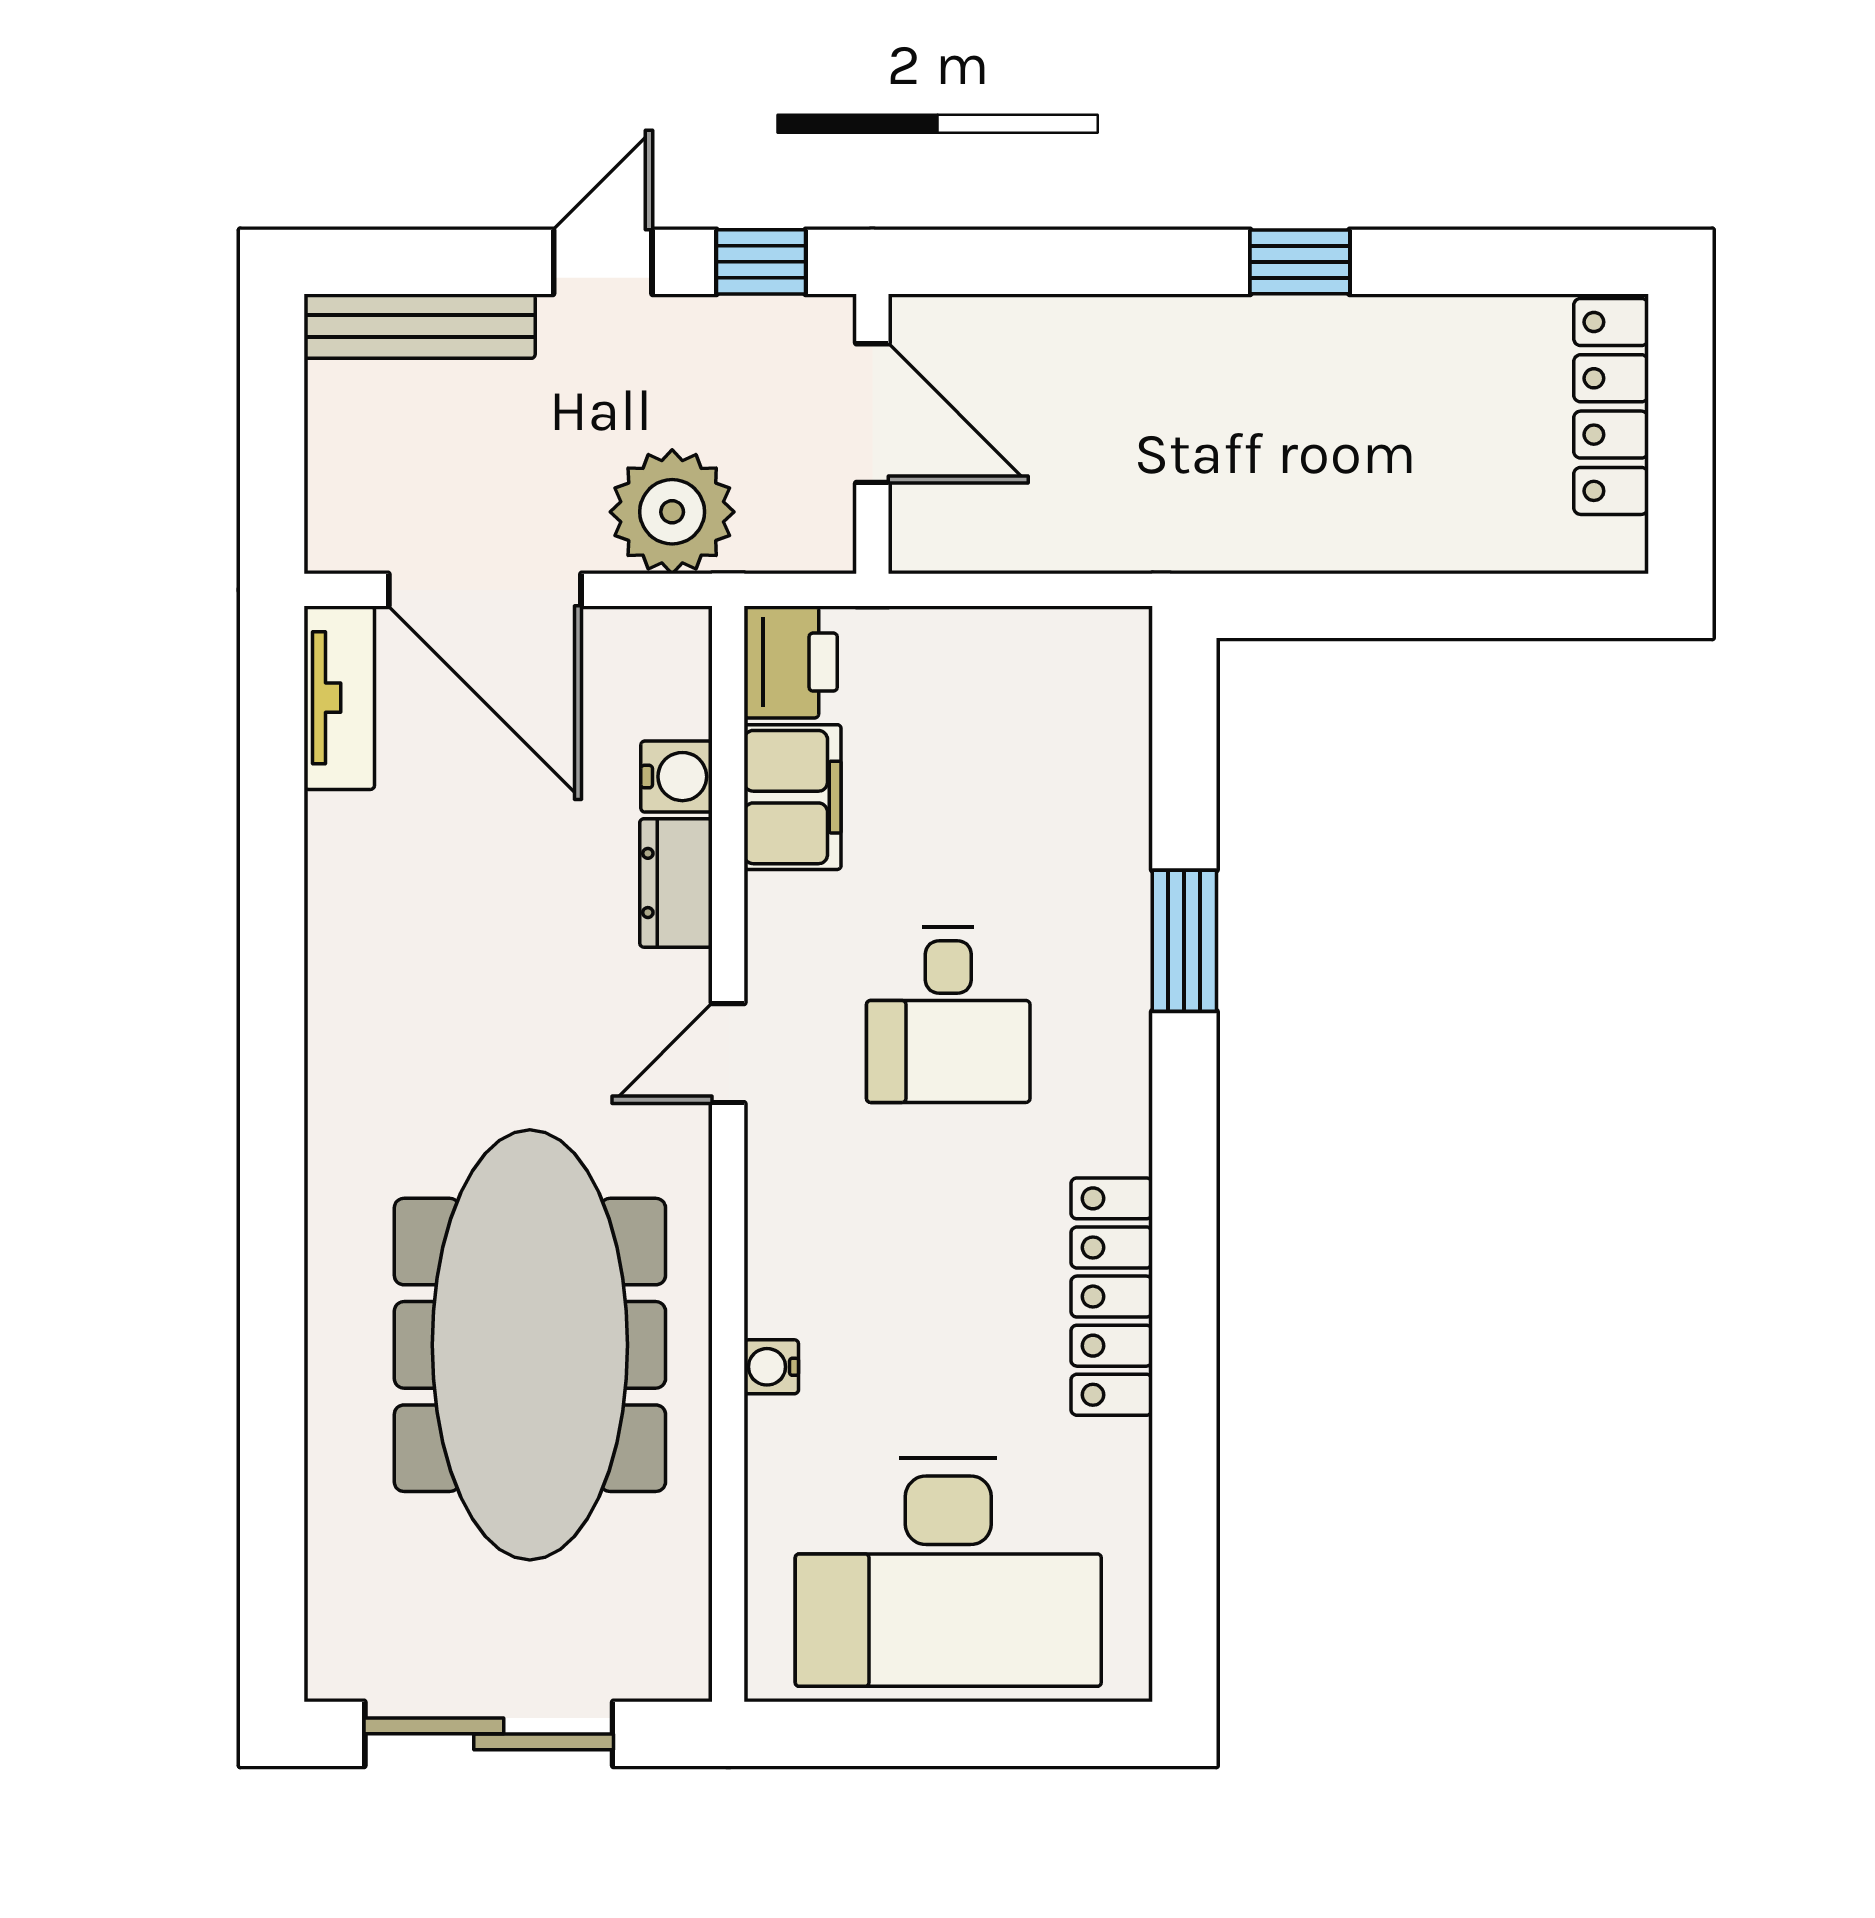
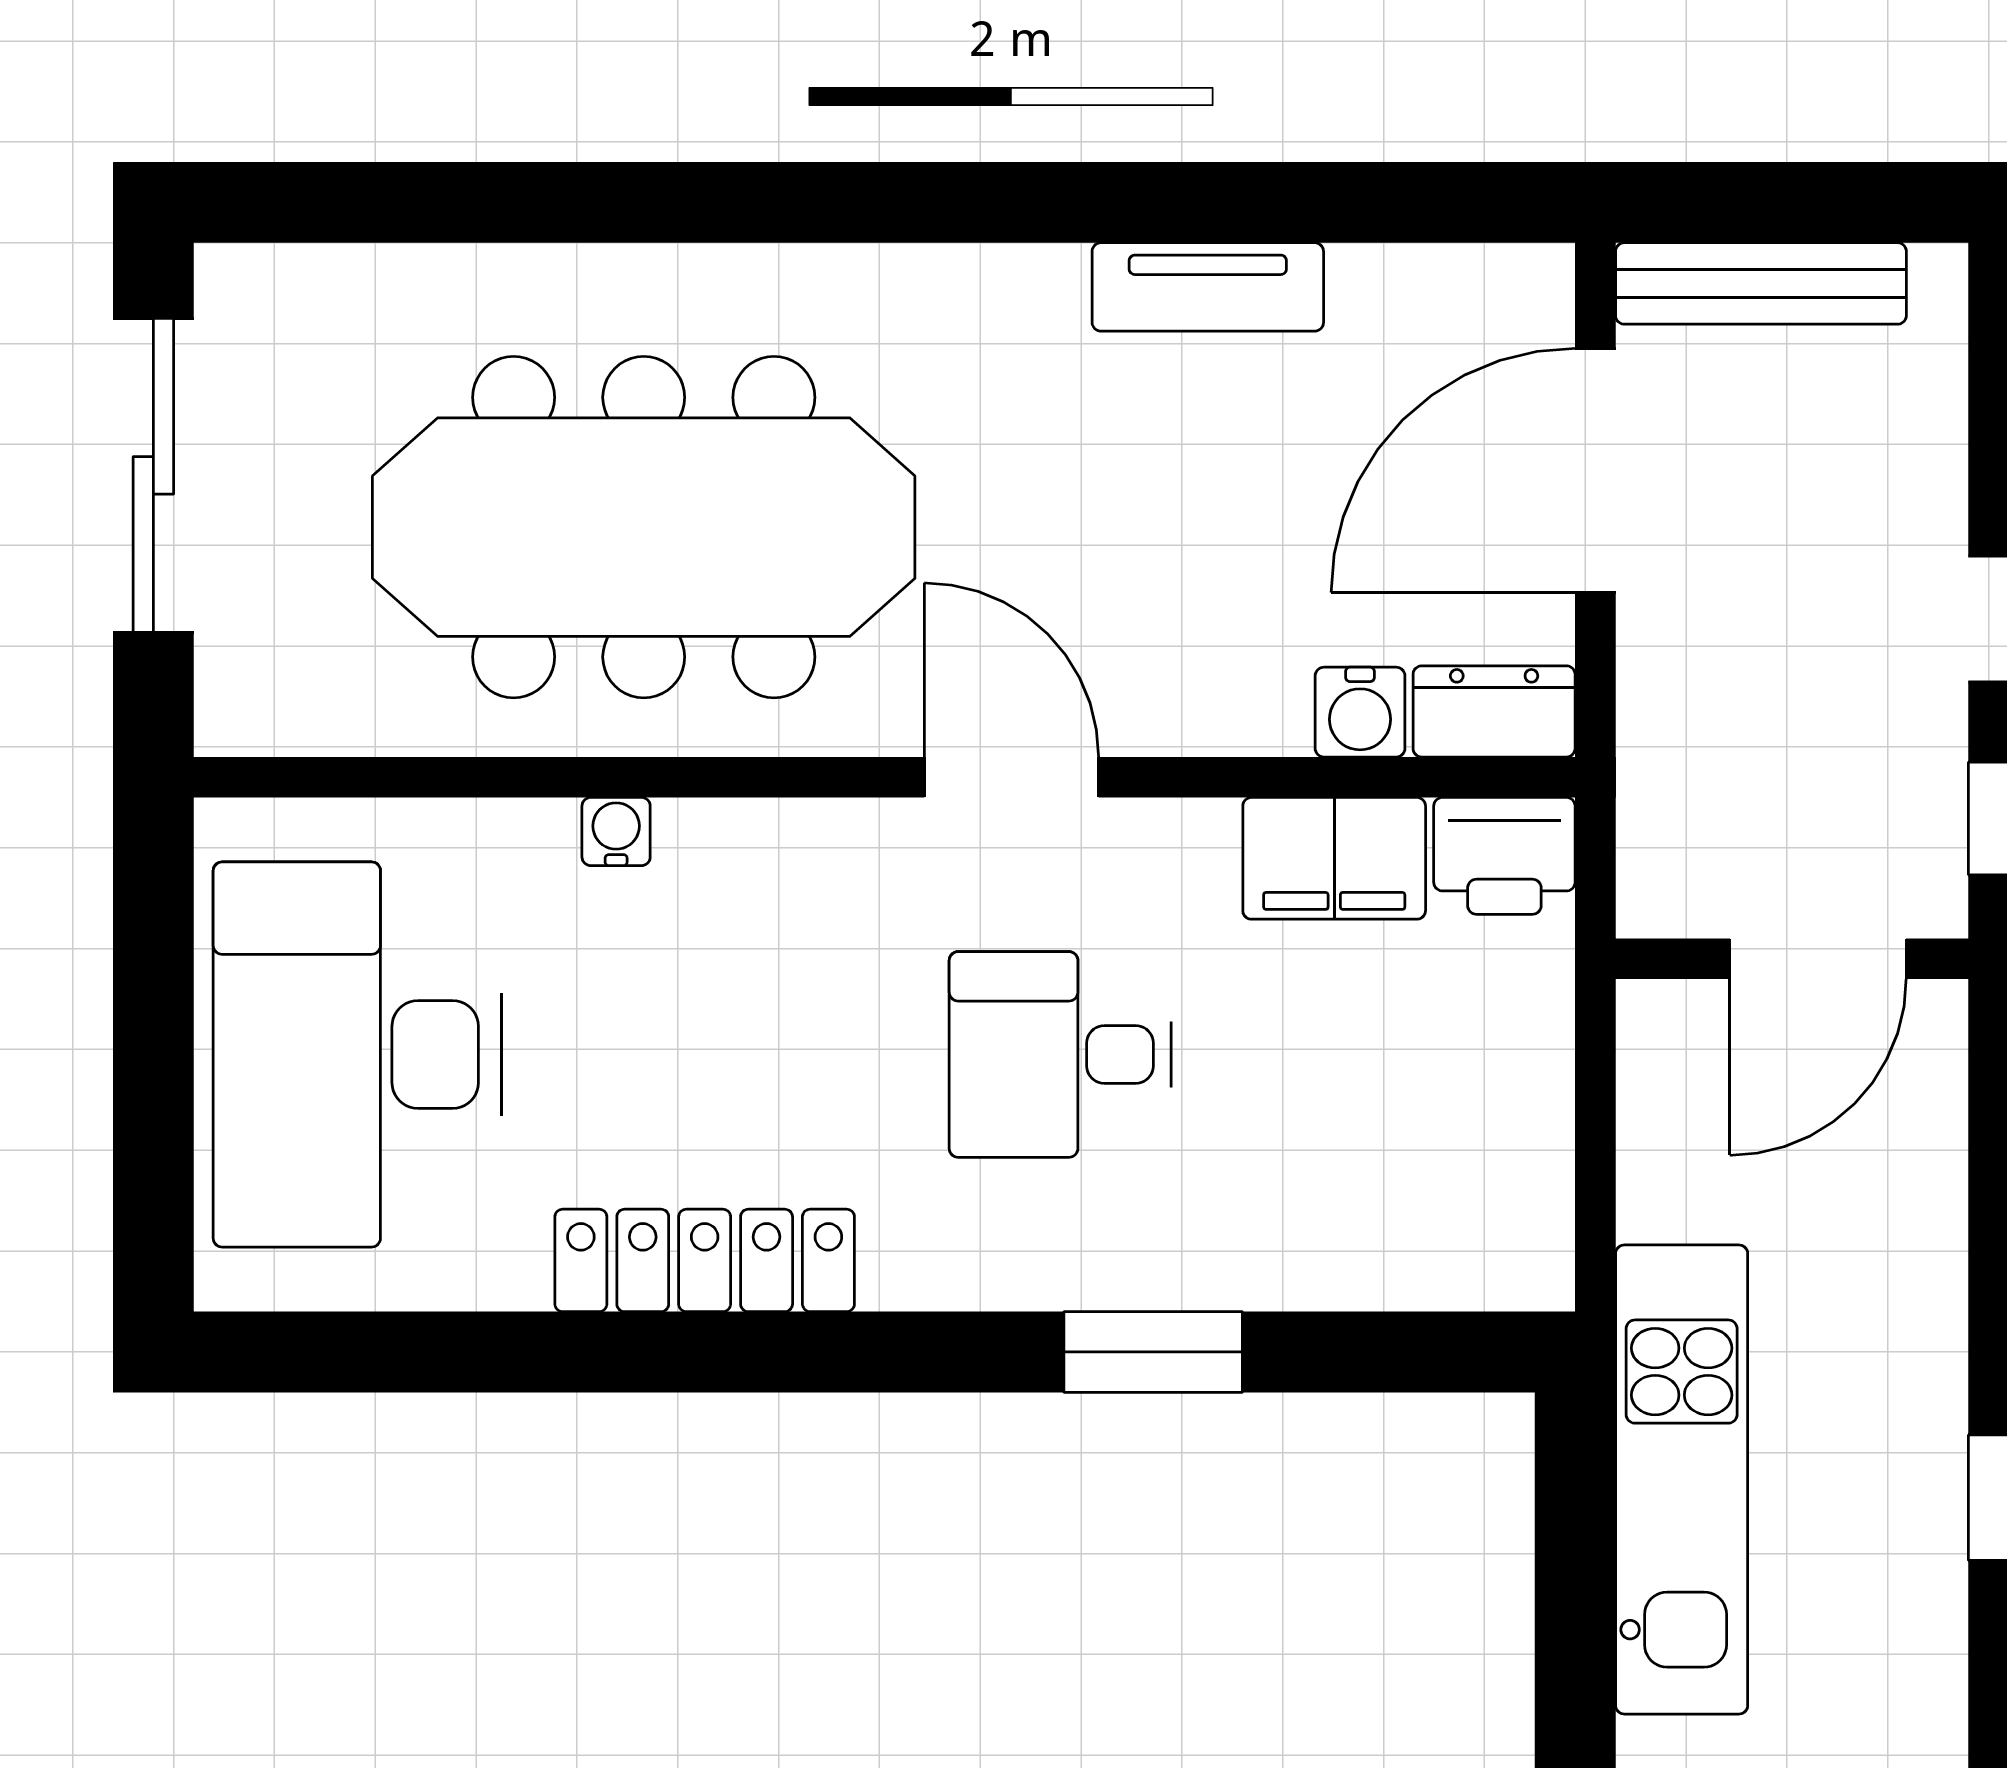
bench: (420, 326) -> (1761, 283), moved, turned 90
plant: (672, 512) -> (1694, 706), removed
kitchen unit: (1285, 521) -> (1682, 1479), added
tv unit: (339, 698) -> (1208, 287), moved
dresser: (676, 883) -> (1494, 711), moved
door: (728, 1053) -> (1011, 777), width x1.38

